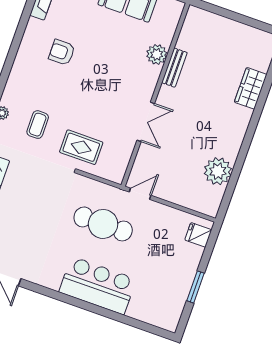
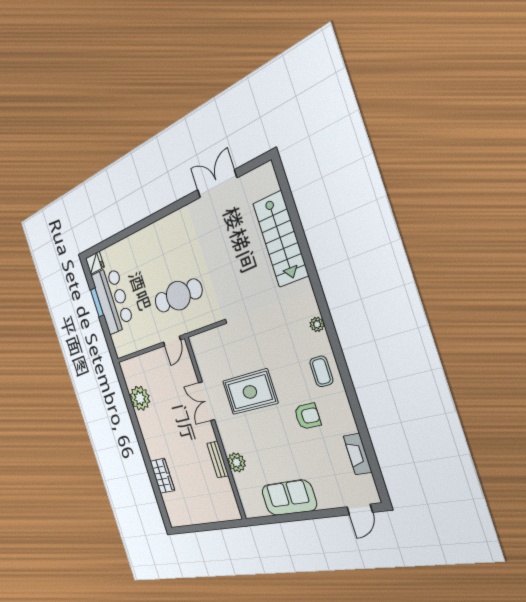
coffee table: (38, 125) -> (321, 371), moved
rug: (81, 147) -> (250, 392), moved, width x1.36, depth x1.43
fridge: (198, 235) -> (95, 263), moved
bar counter: (98, 285) -> (112, 300), moved, turned -90

